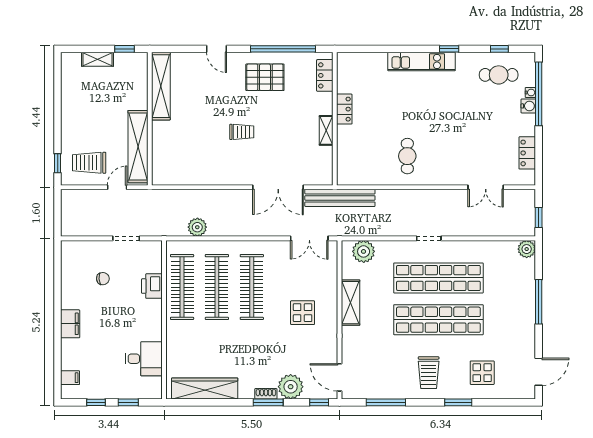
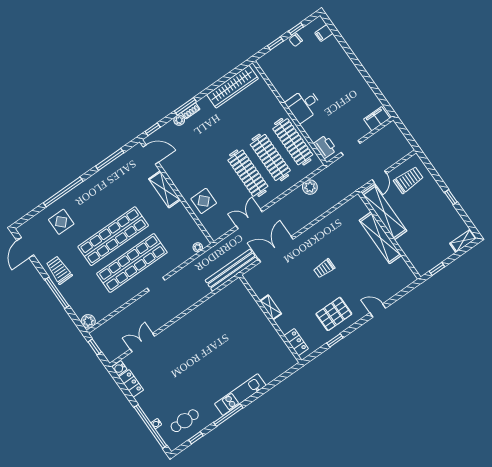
window: (283, 49) -> (335, 340), width x0.32
window: (449, 49) -> (228, 415), width x2.17
shelving: (98, 59) -> (463, 241), moved
shelving: (161, 86) -> (380, 238), moved
water cooler: (528, 106) -> (119, 368), moved
locker: (344, 109) -> (268, 329), removed
cafe table: (407, 156) -> (207, 327), removed
window: (58, 163) -> (451, 197), moved
double door: (309, 238) -> (249, 219), moved
plant: (364, 251) -> (198, 247), width x0.53, depth x0.53
chair: (103, 279) -> (296, 40), moved
printer: (152, 286) -> (325, 147), moved
shelving: (351, 303) -> (165, 189), moved
display table: (303, 313) -> (204, 201), moved
filing cabinet: (70, 324) -> (377, 119), moved, turned 90
desk: (144, 359) -> (304, 105), moved
trolley: (429, 373) -> (59, 270), moved
plant: (291, 387) -> (179, 120), width x0.53, depth x0.53
window: (458, 402) -> (63, 192), width x2.11

